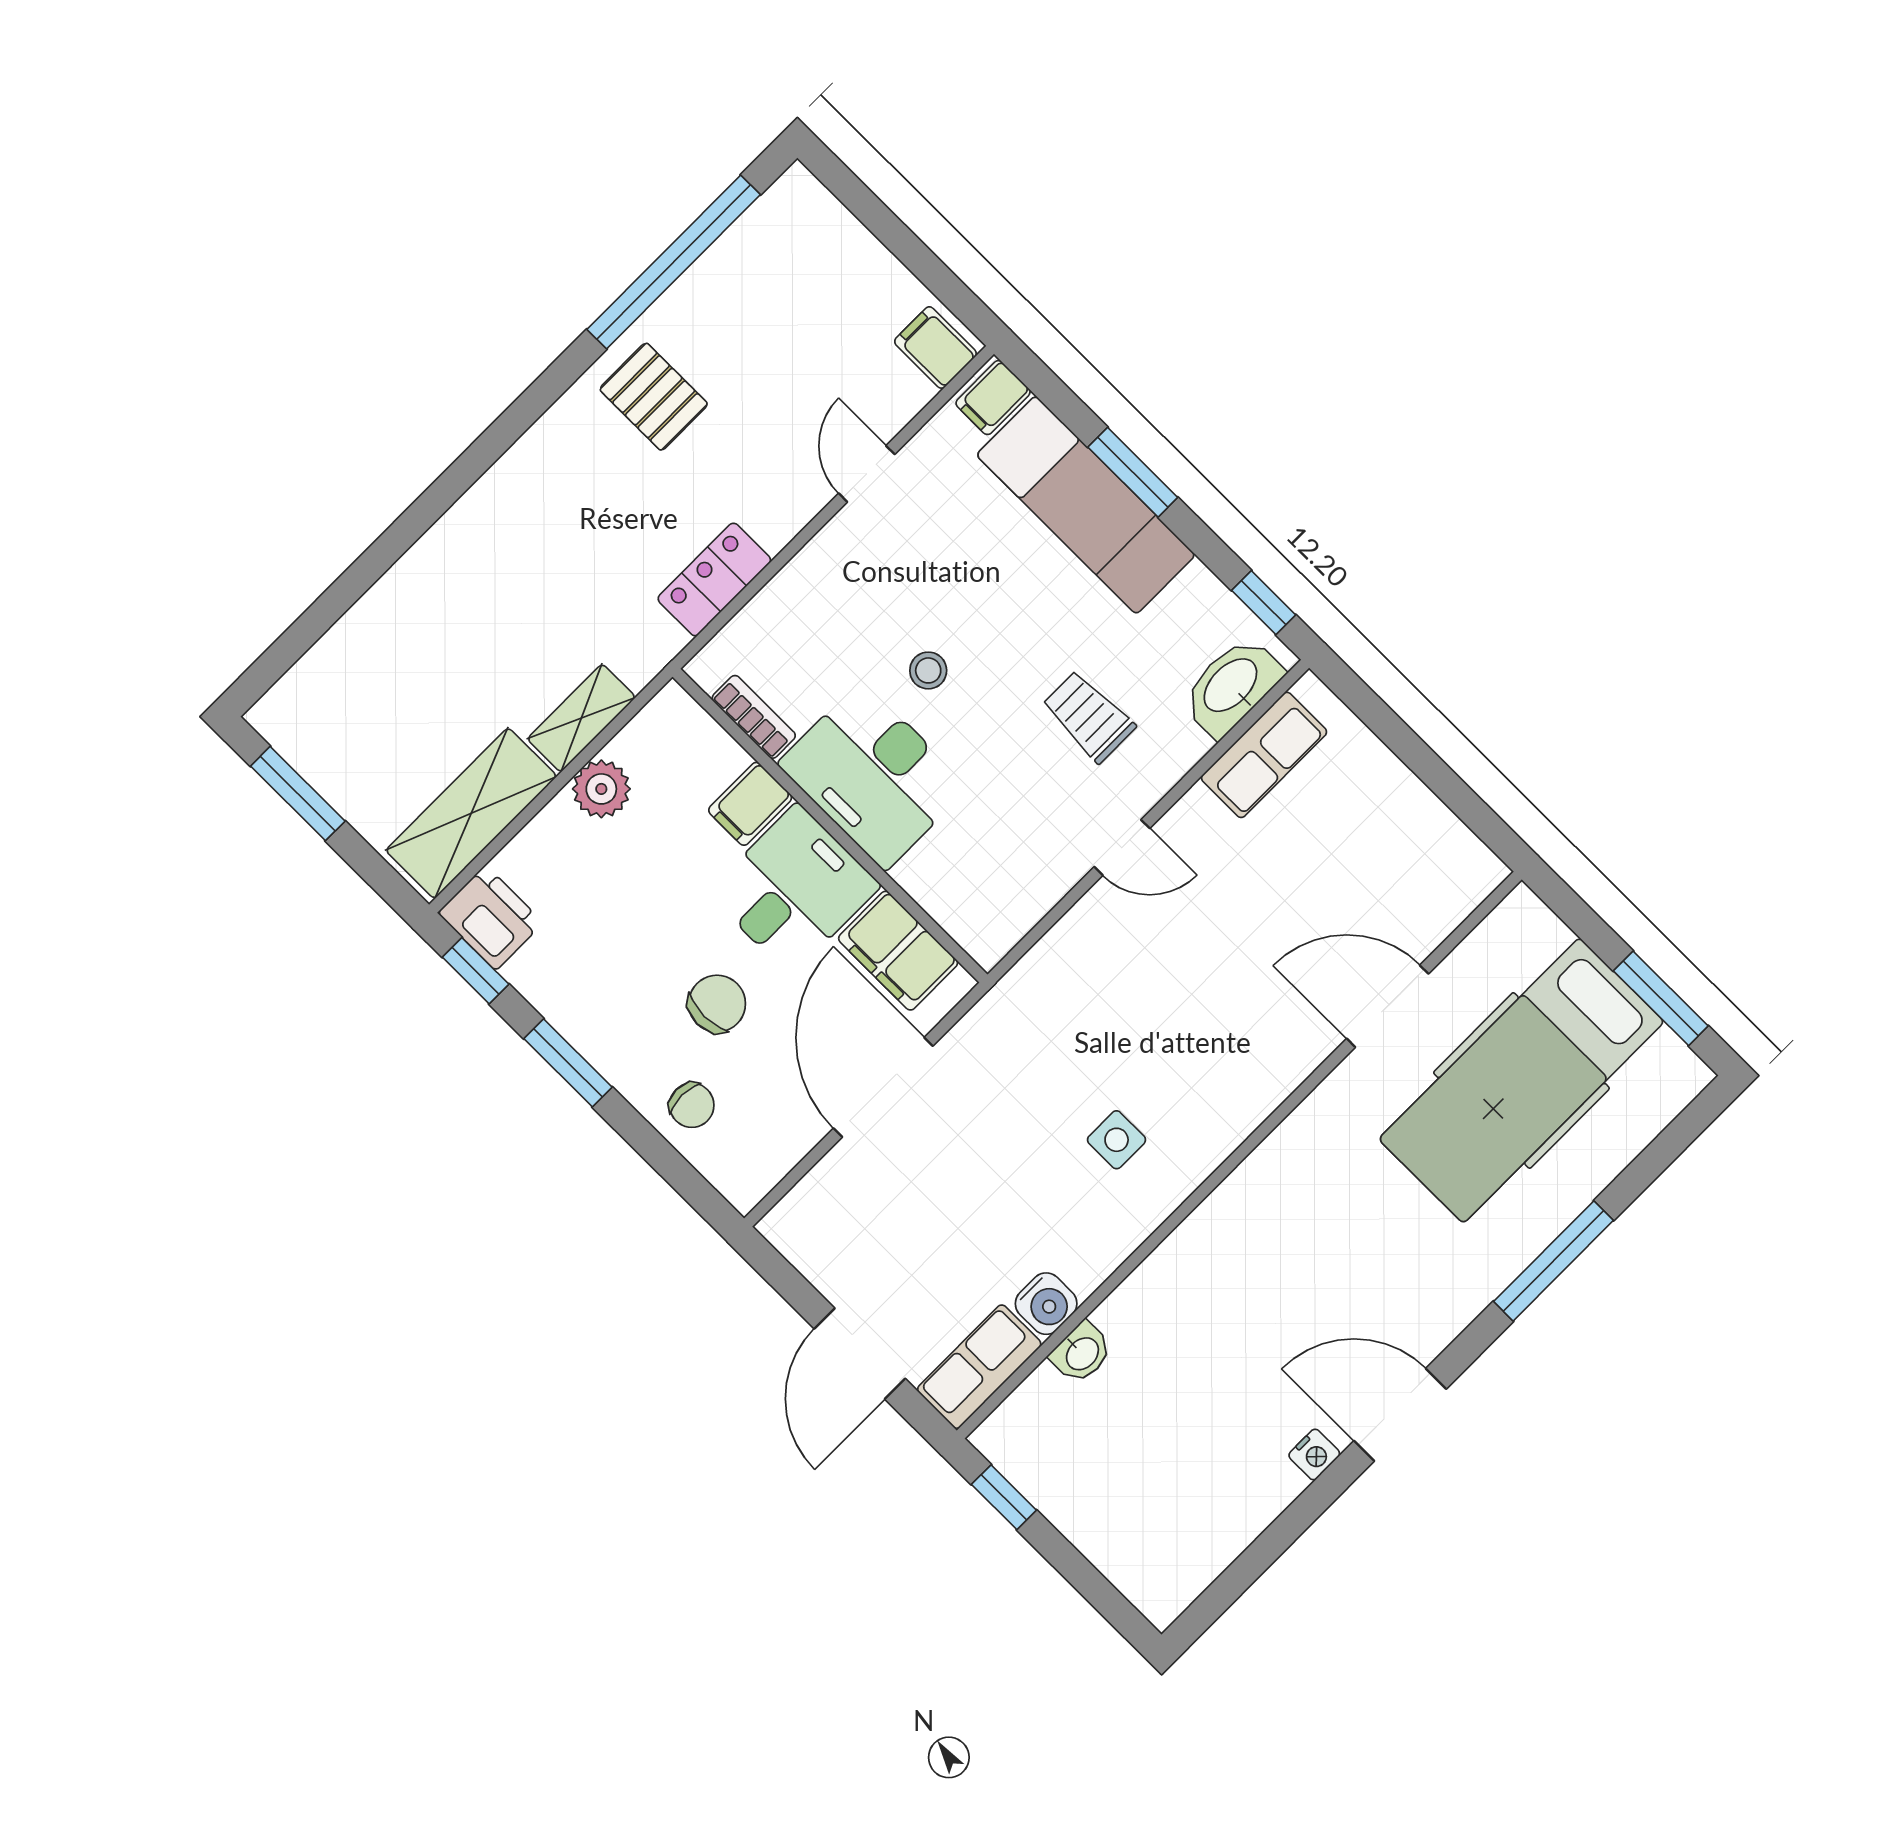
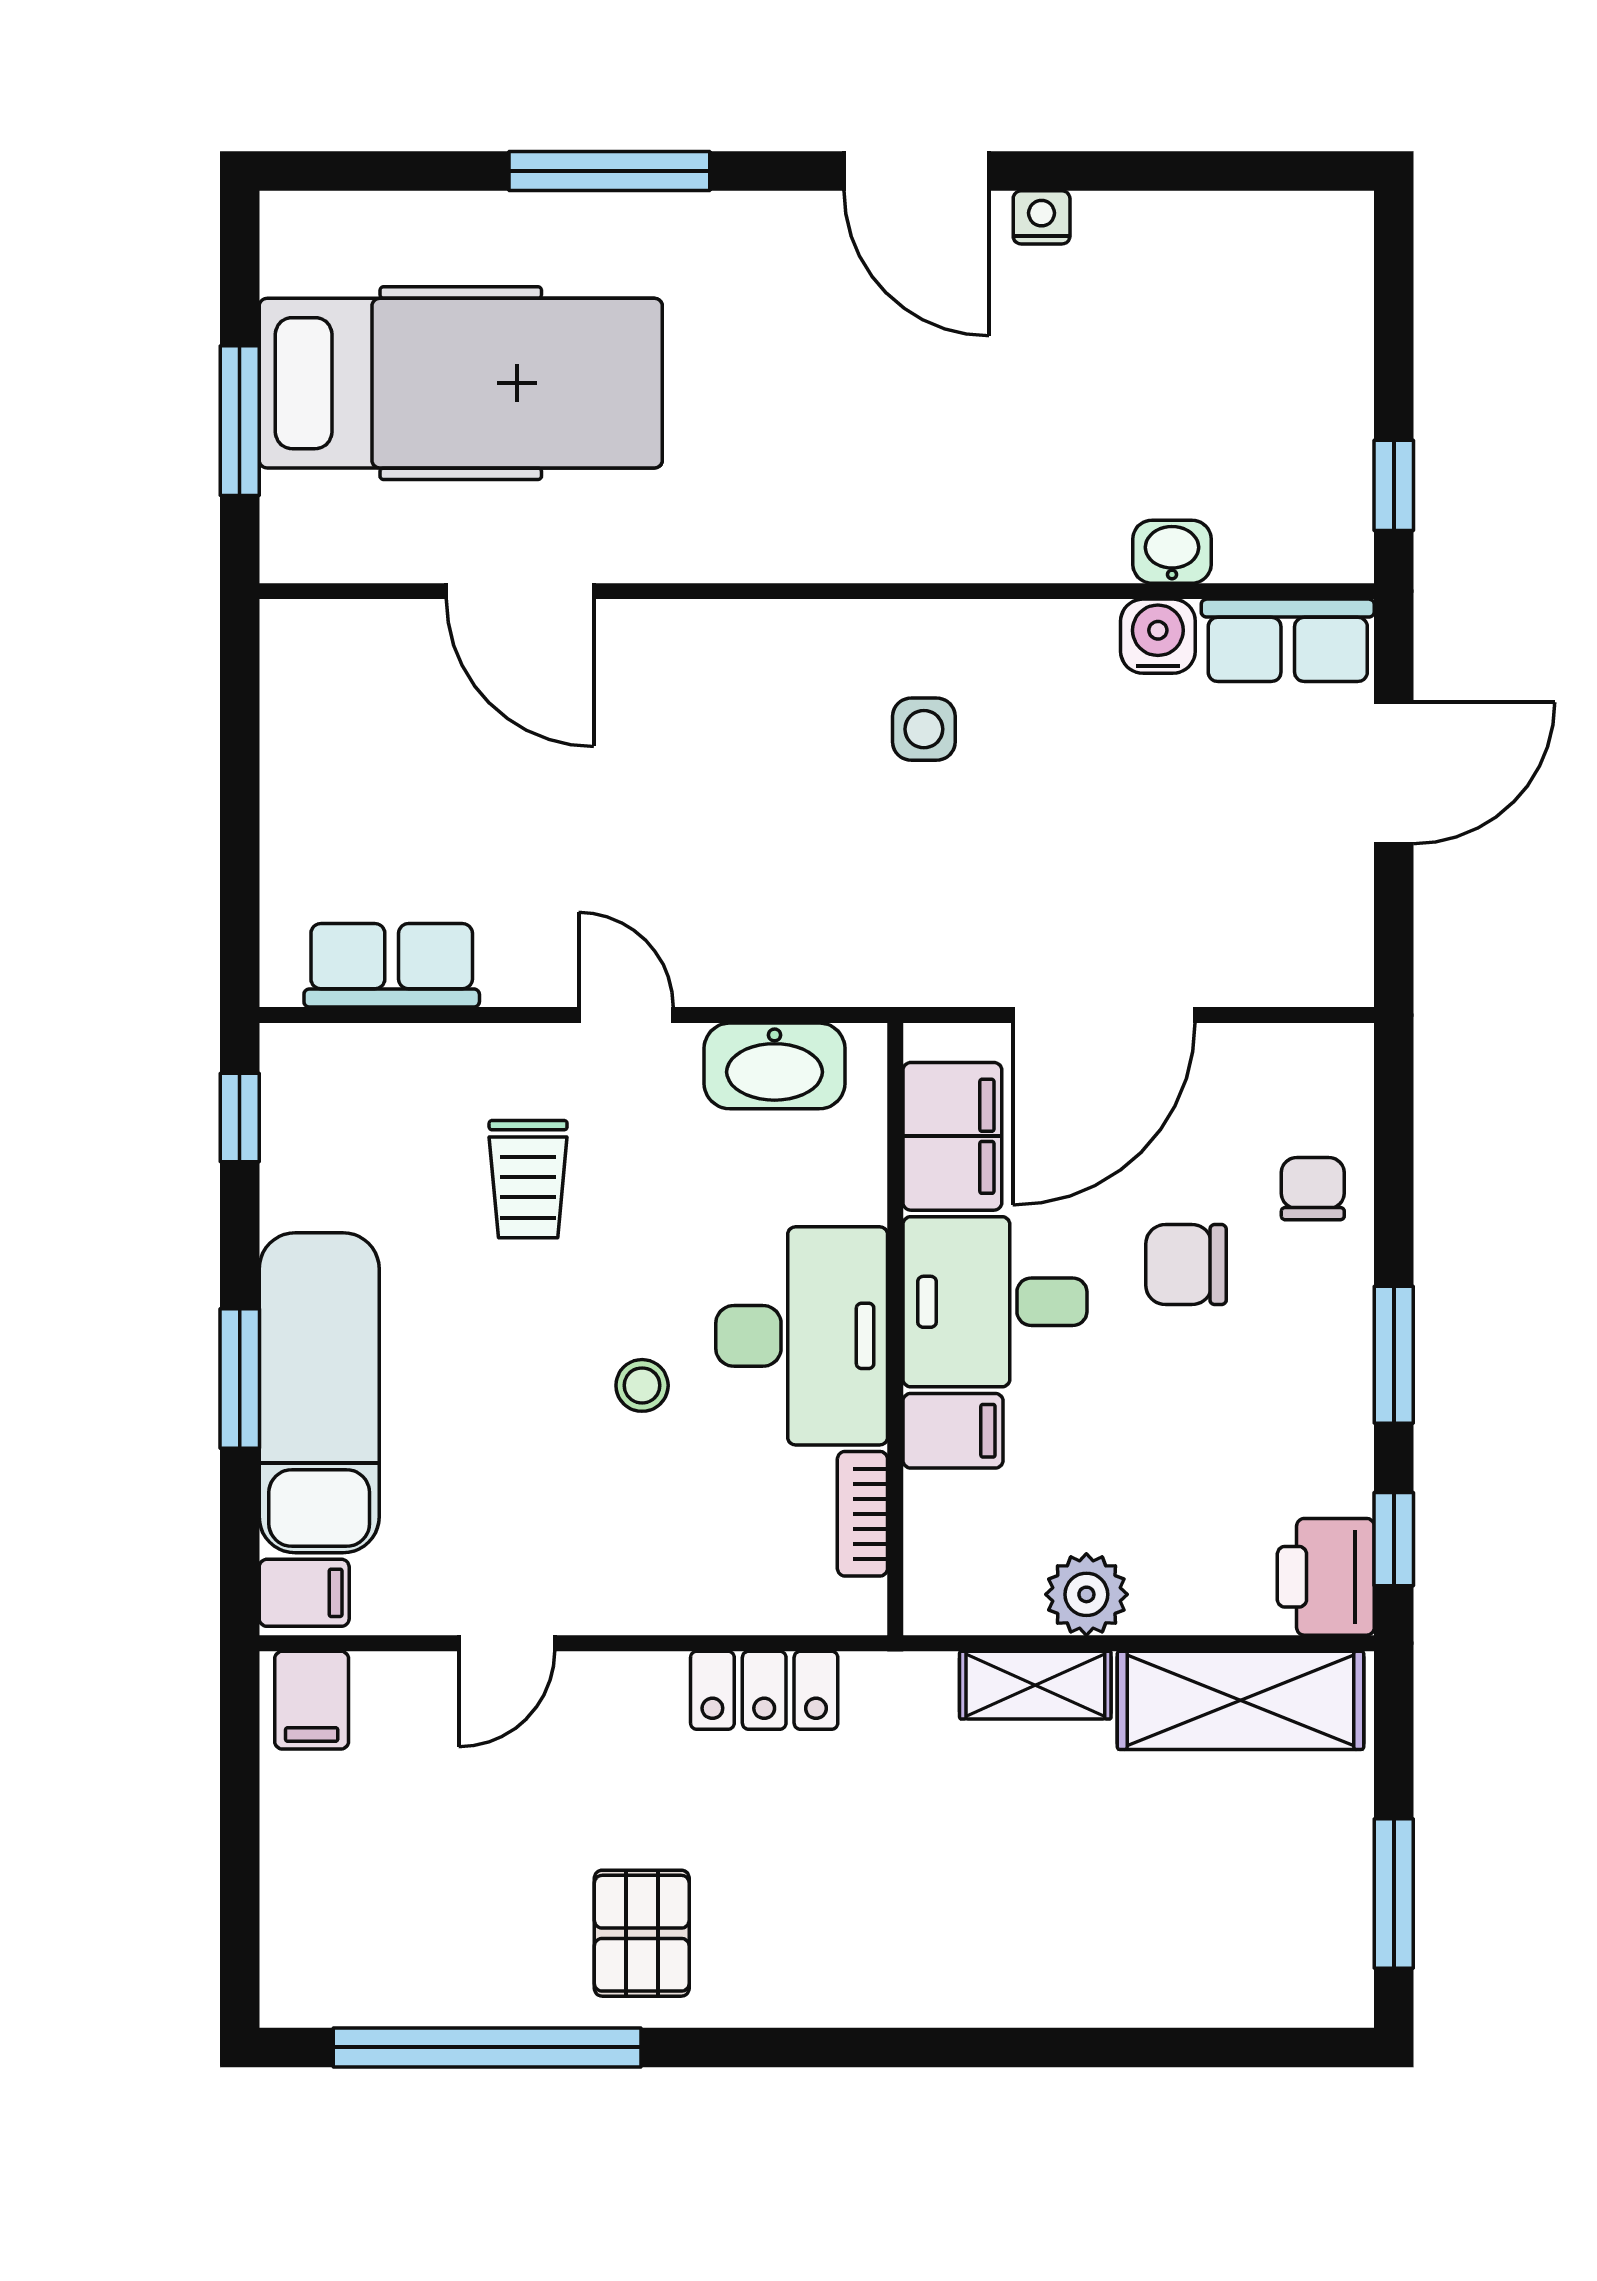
washbasin: (1232, 686) -> (775, 1066), moved
window: (1661, 998) -> (240, 421), moved

